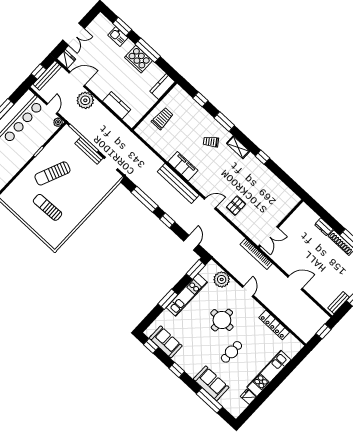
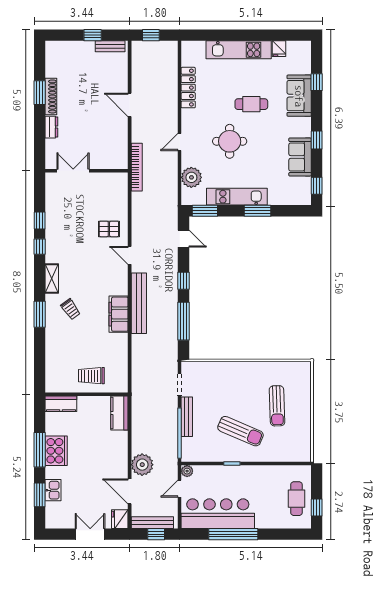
window: (200, 99) -> (40, 221), moved
kitchen counter: (117, 105) -> (119, 413), moved
double door: (269, 236) -> (73, 171), moved
door: (191, 243) -> (183, 239), swing flipped
sofa: (166, 342) -> (300, 157), moved
window: (209, 400) -> (317, 82), width x0.46

